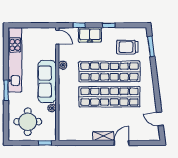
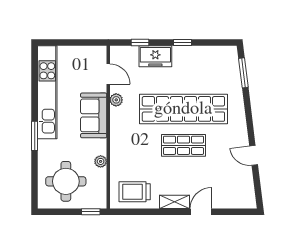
door: (57, 37) -> (108, 74), moved
trolley: (127, 47) -> (135, 192), moved
sofa: (47, 82) -> (94, 115), width x0.73
shop shelf: (109, 97) -> (183, 145), width x0.50, depth x0.74
door: (160, 119) -> (254, 155), moved

